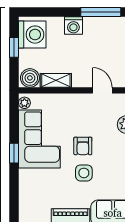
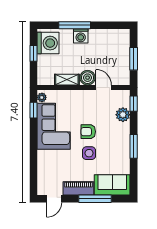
window: (101, 12) -> (75, 25), moved
boiler: (30, 78) -> (88, 78), moved
armchair: (83, 146) -> (88, 132), turned 90
window: (14, 153) -> (33, 110), moved

